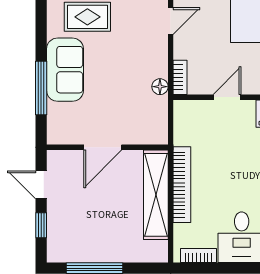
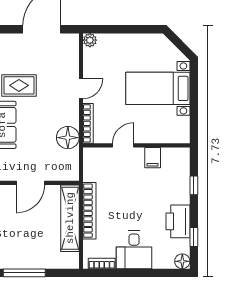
bookcase: (180, 77) -> (88, 123), width x1.56
floor lamp: (160, 87) -> (68, 138), width x1.89, depth x1.89

